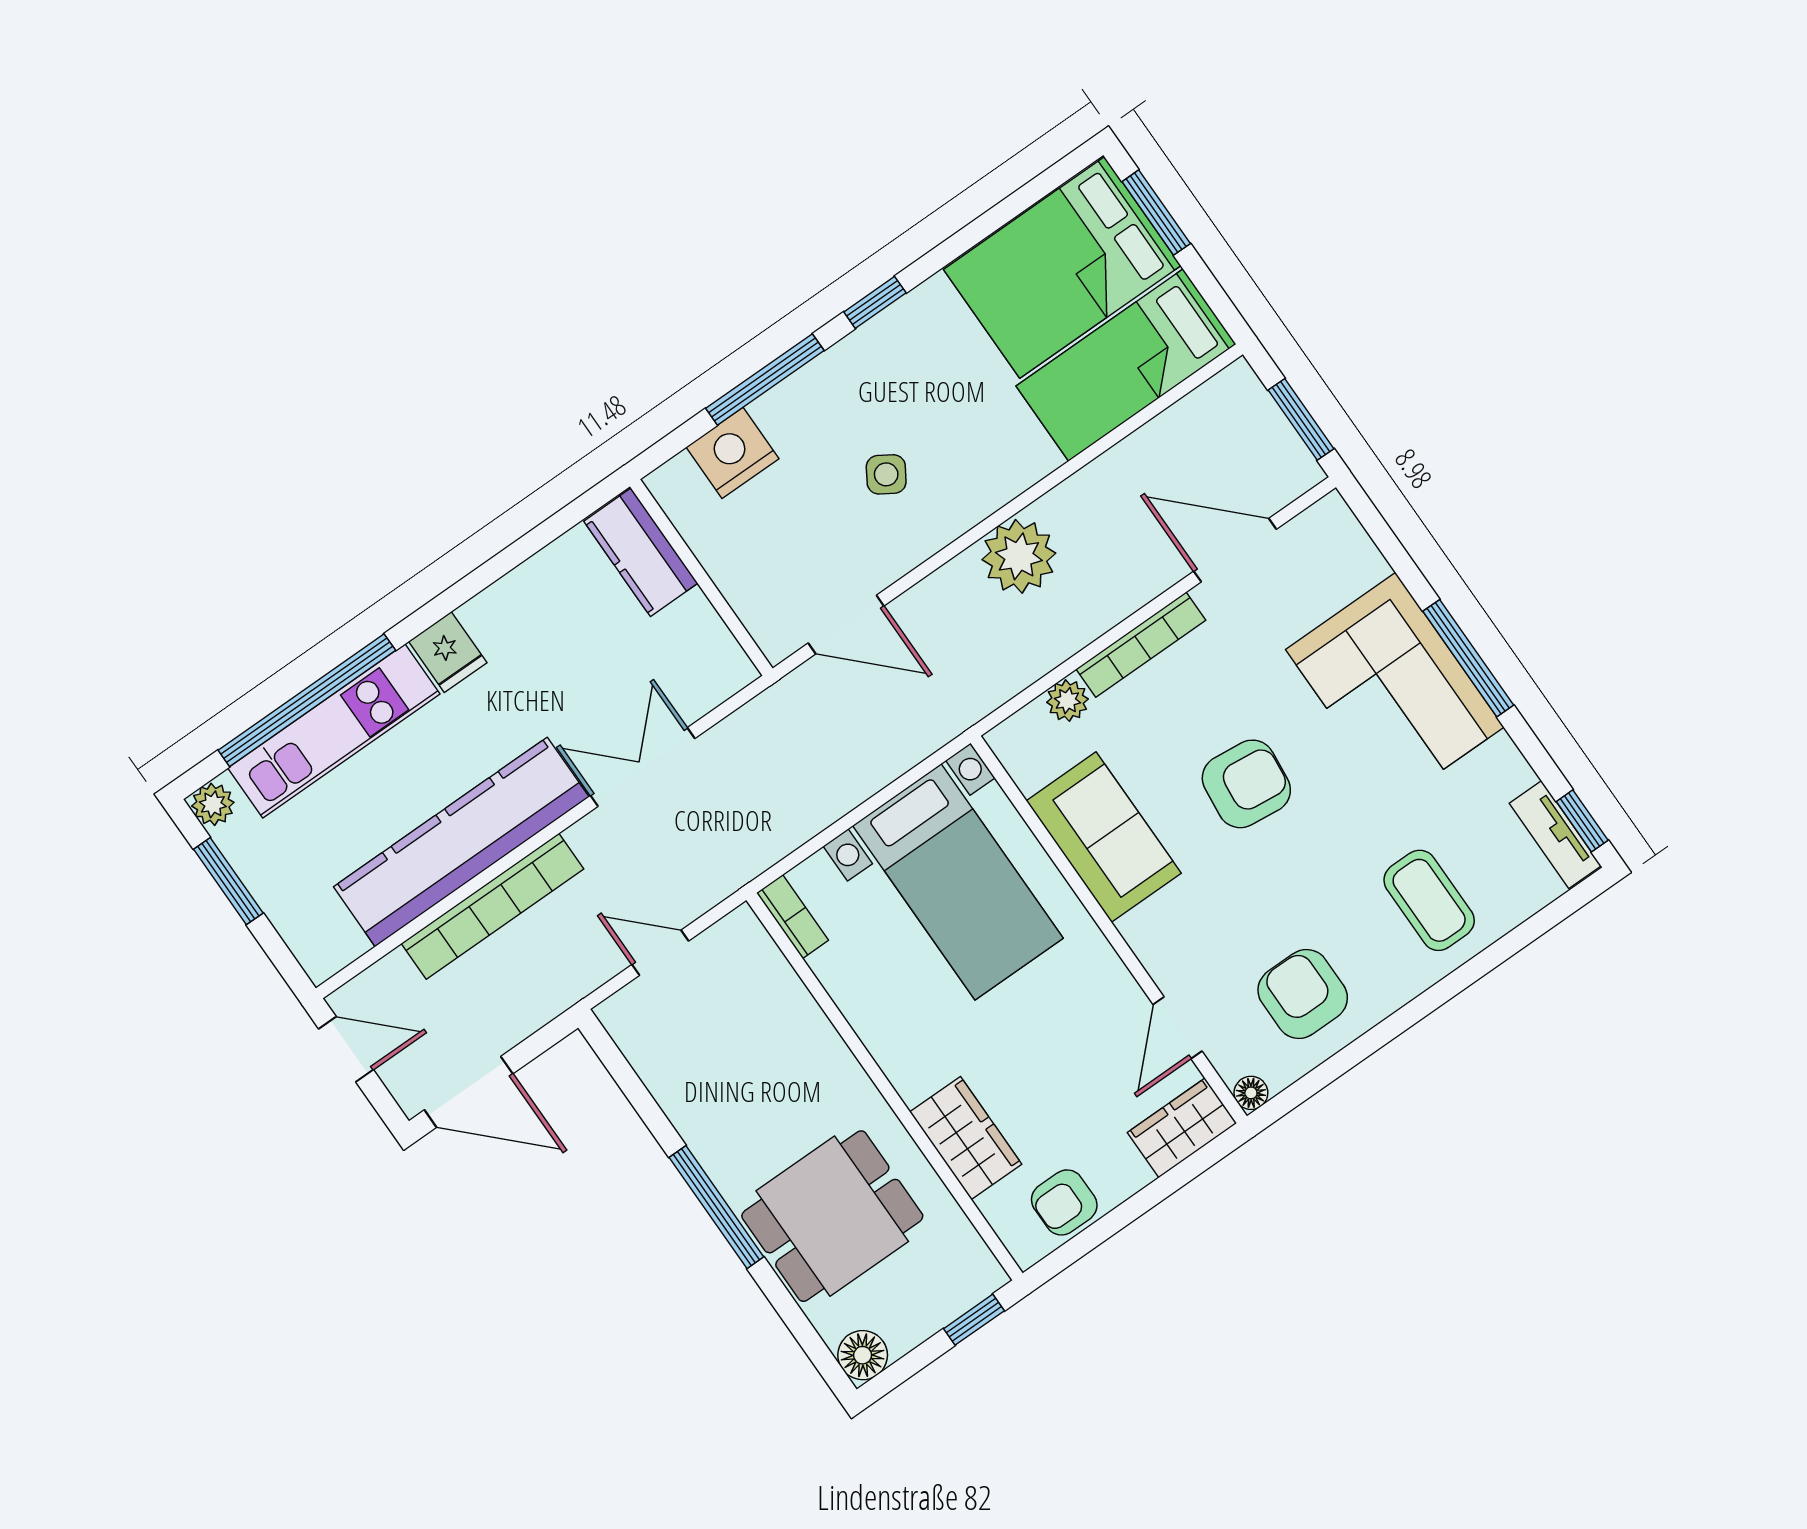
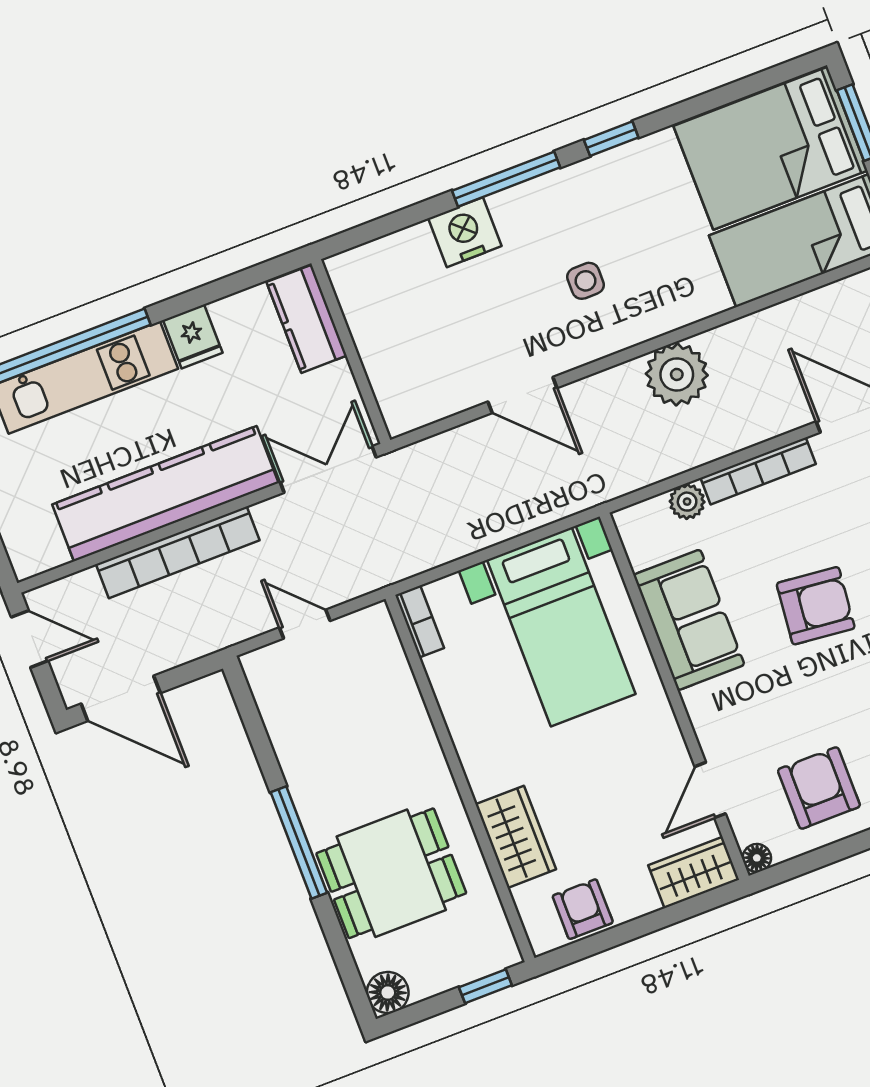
side table: (886, 474) -> (586, 281), turned -32
kitchen counter: (641, 552) -> (307, 319), moved
wall: (701, 577) -> (351, 352), moved
armchair: (1064, 1202) -> (583, 909), turned 90

